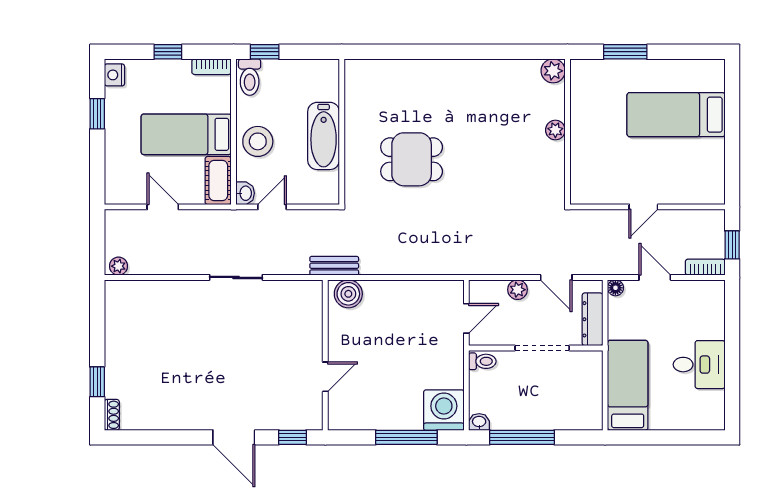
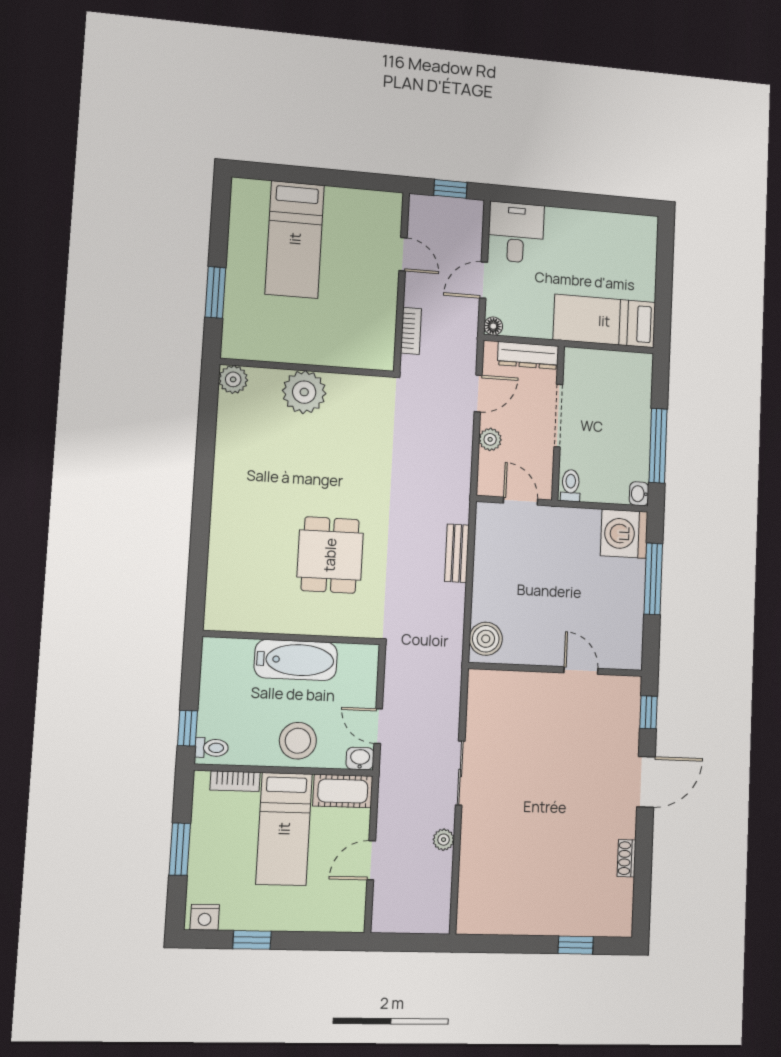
window: (168, 52) -> (180, 849), width x1.50
bookcase: (212, 67) -> (235, 781), moved, turned 90
toilet: (250, 77) -> (212, 748), width x0.73, depth x0.72
plant: (555, 130) -> (304, 392), width x1.87, depth x1.87
door: (643, 207) -> (403, 254), moved
plant: (119, 266) -> (444, 840), moved
bench: (334, 266) -> (457, 553), moved
bookcase: (705, 267) -> (411, 331), moved, turned 180
desk: (699, 365) -> (516, 232), moved
shoe rack: (112, 415) -> (626, 858), moved, turned -90

